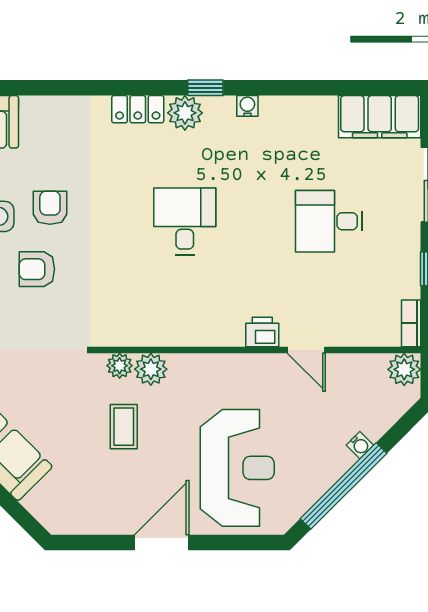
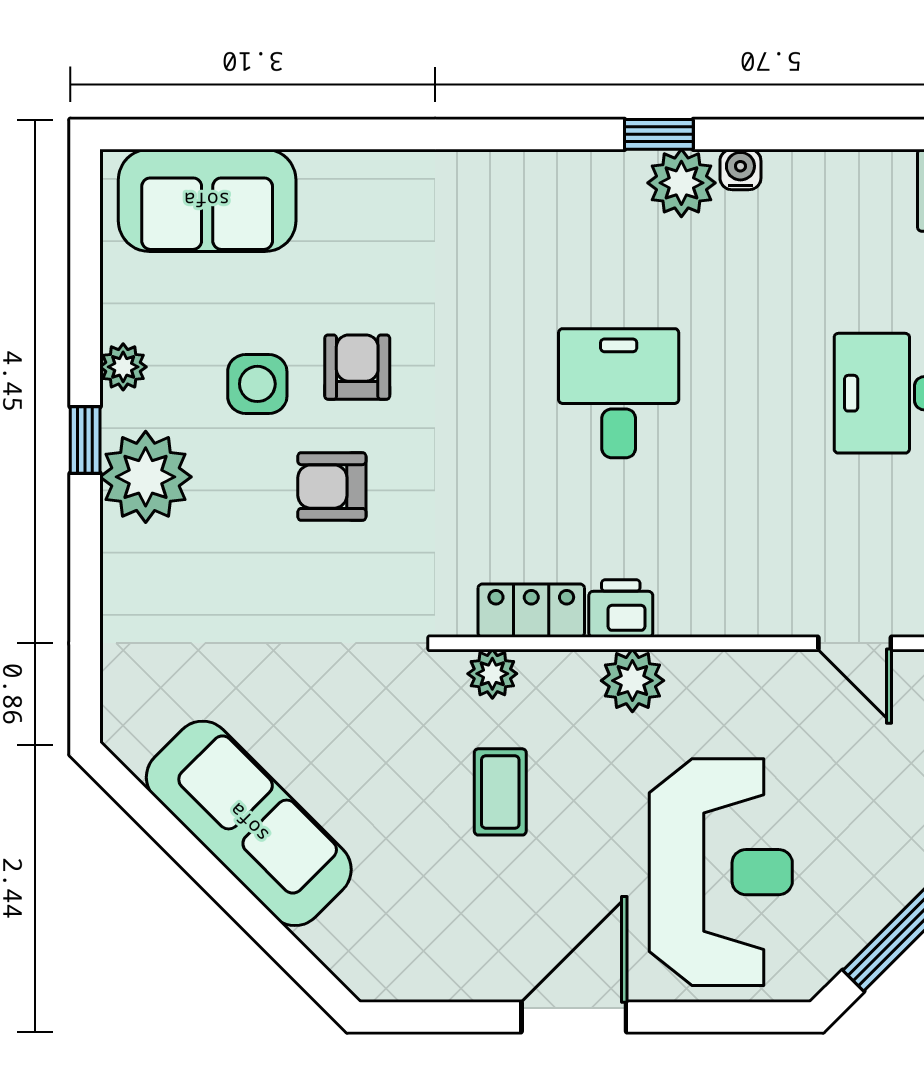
locker: (138, 109) -> (531, 611), moved, turned 180
plant: (185, 113) -> (681, 183), moved
printer: (262, 332) -> (621, 609), moved
plant: (151, 369) -> (632, 681), moved

